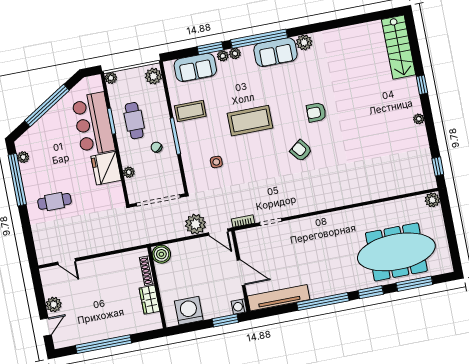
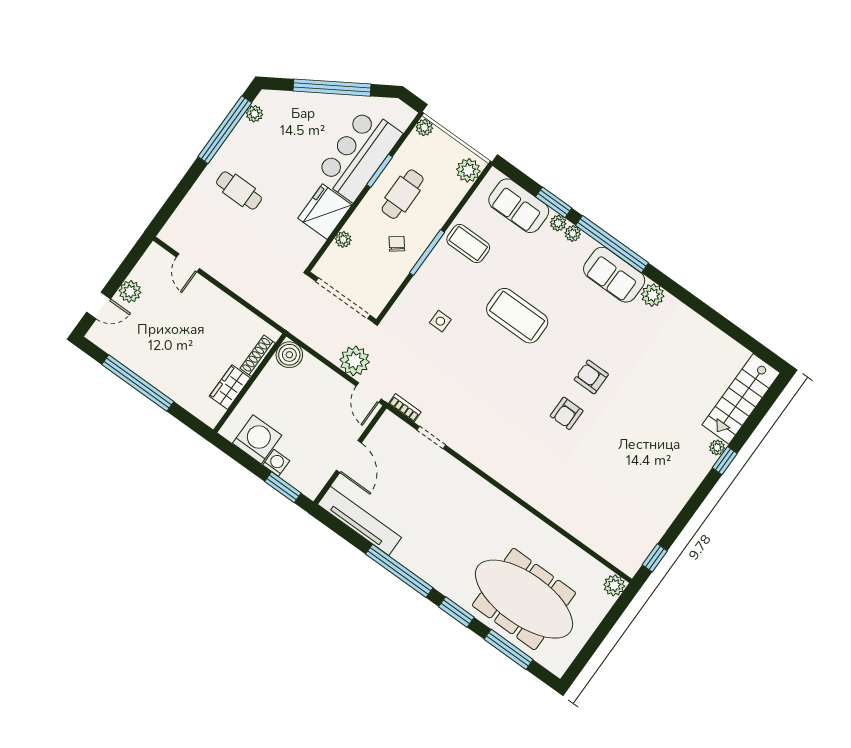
plant: (419, 119) -> (717, 447), moved
armchair: (301, 151) -> (567, 413), moved, turned -142
washing machine: (239, 307) -> (276, 463), moved, turned 90

